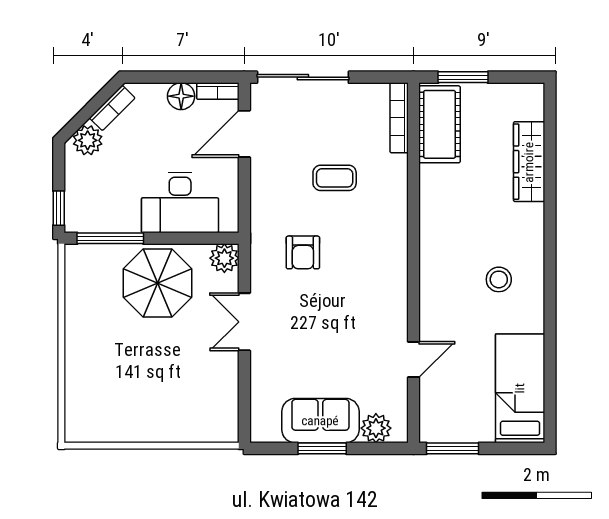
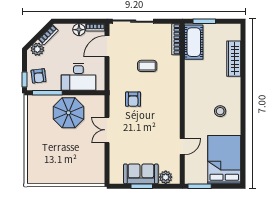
armchair: (90, 200) -> (39, 76), added
plant: (224, 258) -> (98, 102), removed
bed: (520, 388) -> (224, 160), width x1.50

